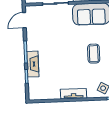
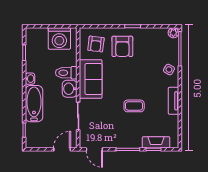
coffee table: (94, 54) -> (134, 106), moved
fireplace: (33, 64) -> (156, 142), moved

